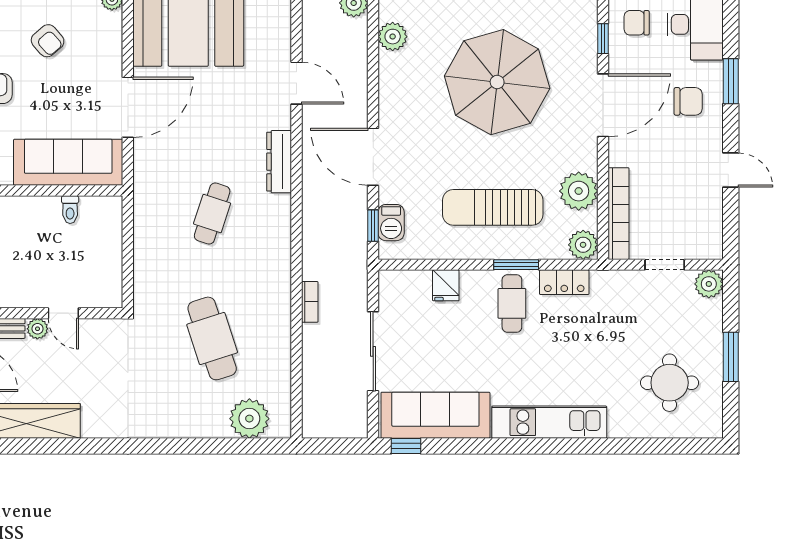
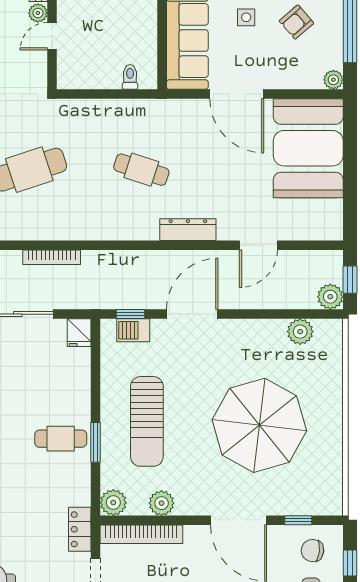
chair: (637, 23) -> (312, 551), turned -84
side table: (42, 97) -> (246, 17), added
plant: (579, 191) -> (162, 503), width x0.73, depth x0.73
sun lounger: (493, 207) -> (147, 421), turned 180
toilet: (70, 210) -> (130, 77), moved, turned 90
locker: (564, 282) -> (80, 529), moved
fridge: (446, 285) -> (79, 333), moved, turned -90
bookcase: (310, 302) -> (52, 257), width x1.56

